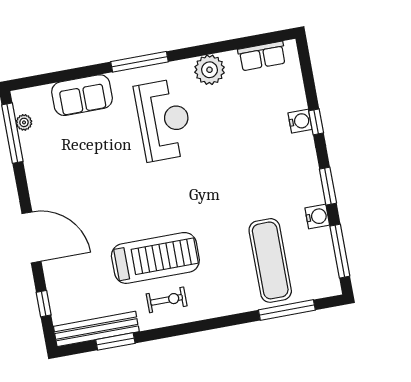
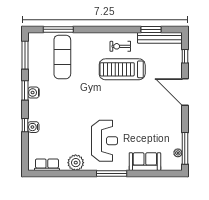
reception desk: (164, 120) -> (105, 141), turned 180
water cooler: (317, 216) -> (33, 93), moved

